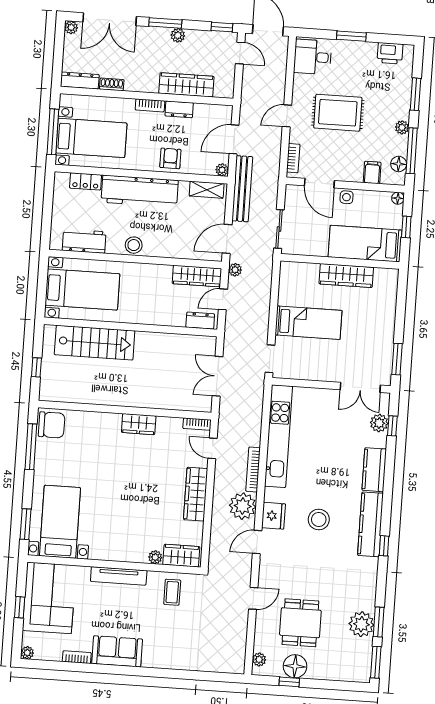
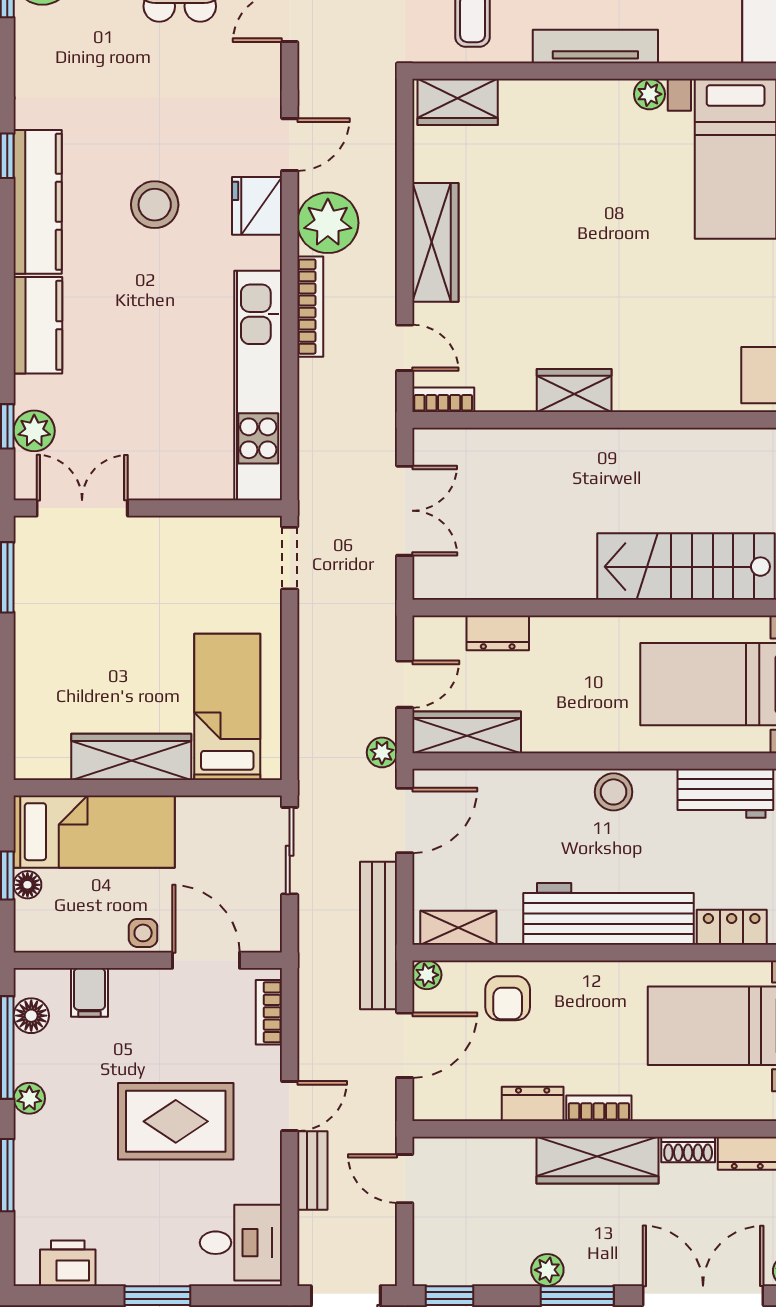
door: (240, 53) -> (405, 1179), moved
wardrobe: (186, 85) -> (597, 1160), moved
bench: (279, 87) -> (312, 1171), added
armchair: (170, 158) -> (508, 998), moved
floor lamp: (398, 198) -> (27, 885), moved
dresser: (200, 321) -> (498, 633), moved
bed: (308, 323) -> (227, 707), moved, turned 90
plant: (155, 557) -> (649, 94), moved

